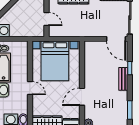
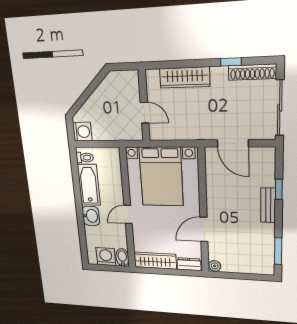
door: (116, 39) -> (233, 143), moved
door: (30, 88) -> (128, 214), swing flipped

